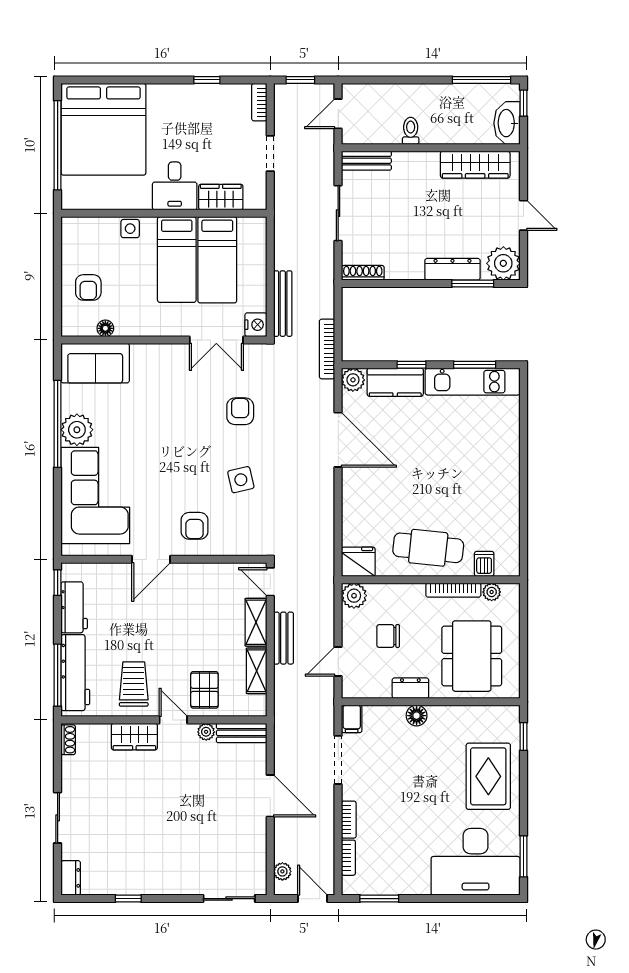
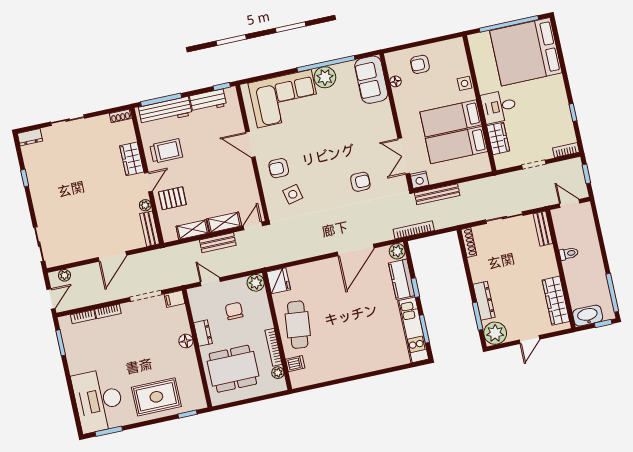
side table: (241, 480) -> (293, 194), moved

